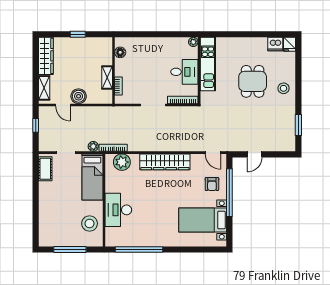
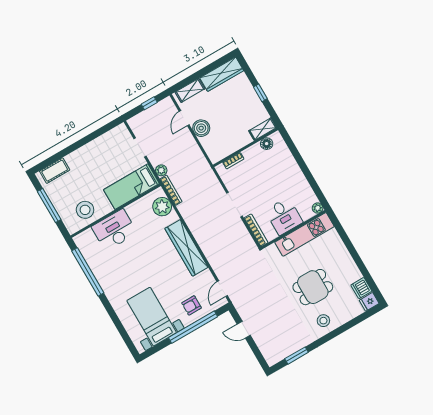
shelving: (107, 77) -> (263, 129), moved
cot: (45, 169) -> (55, 171), moved

